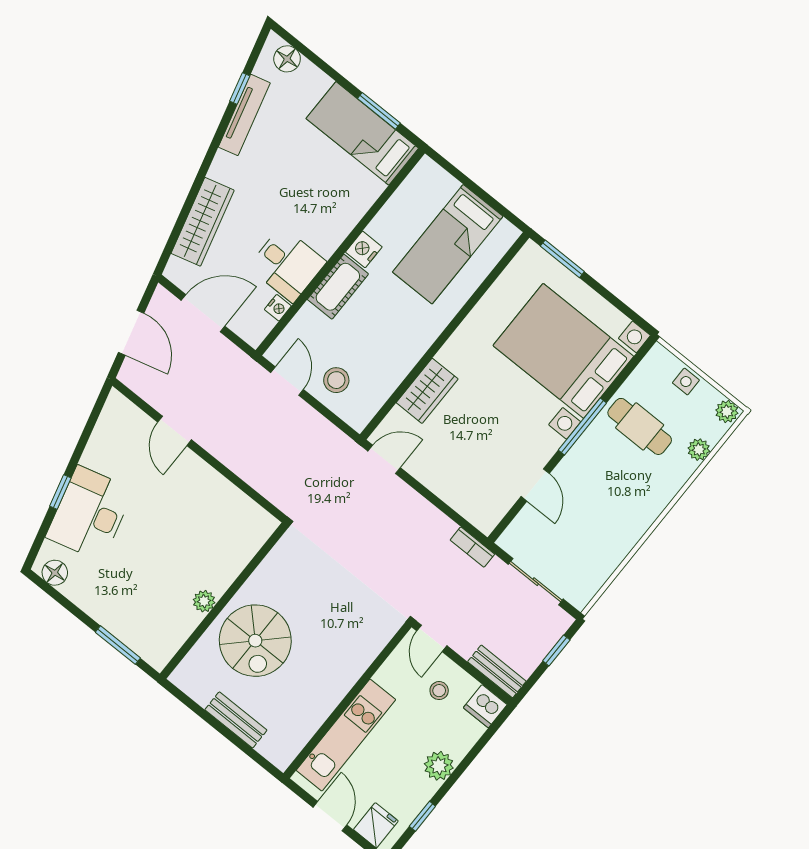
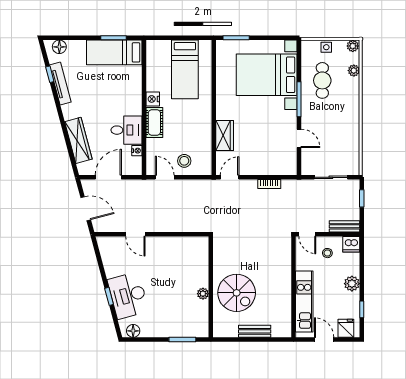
cafe table: (640, 426) -> (322, 80), turned 90
bookcase: (472, 547) -> (269, 184), moved

